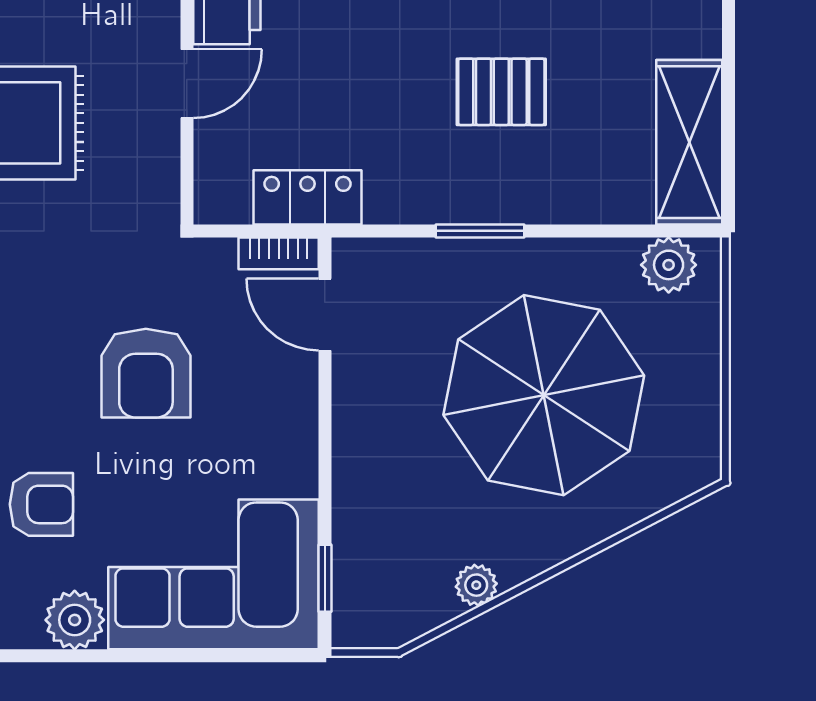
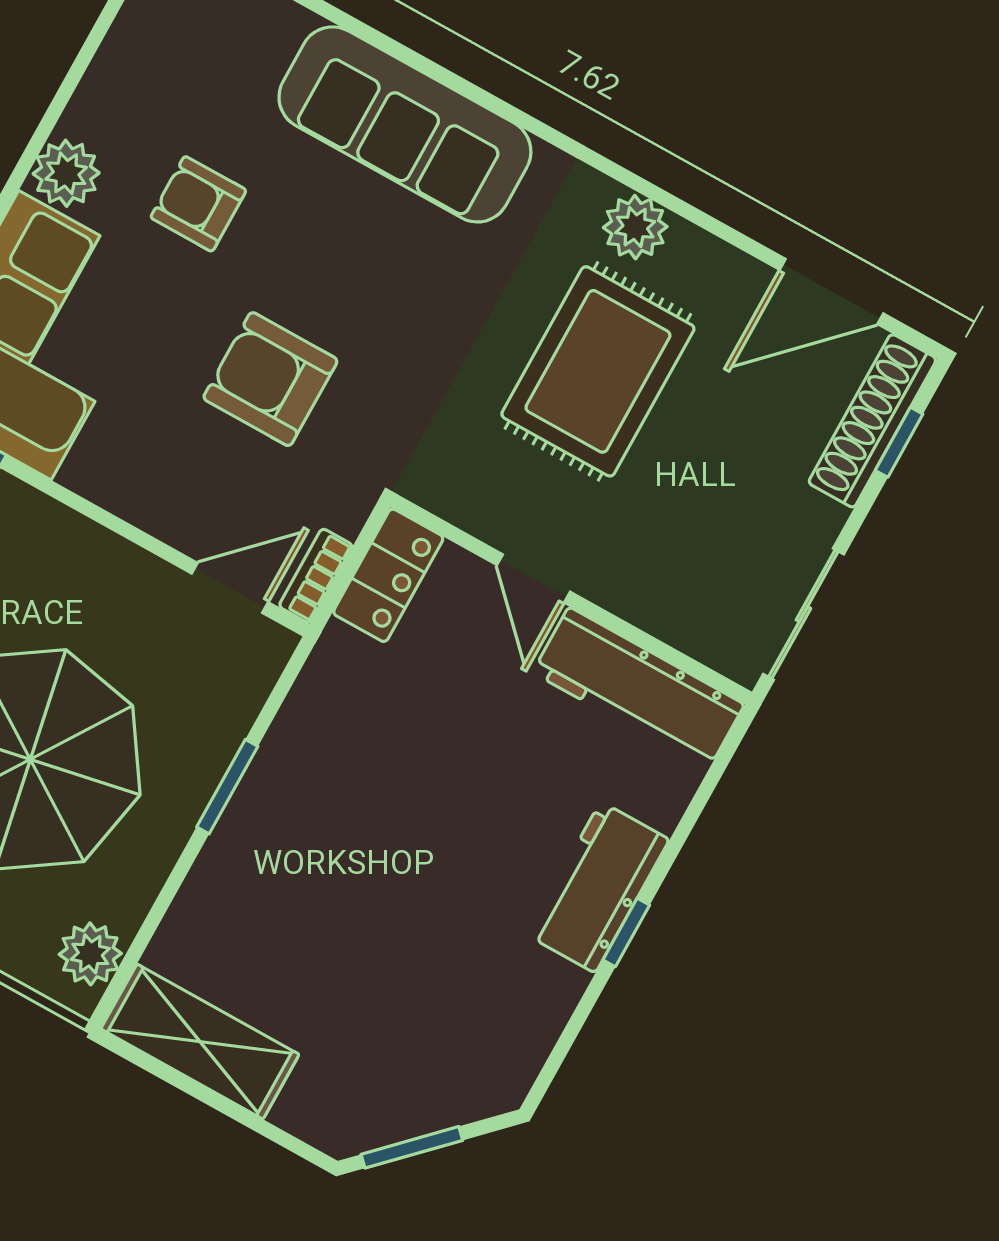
pallet: (501, 92) -> (353, 884), removed
locker: (307, 197) -> (388, 575), moved
armchair: (41, 504) -> (198, 204), turned 90

